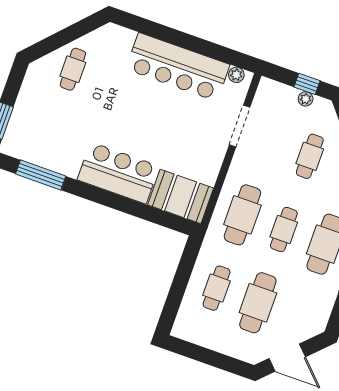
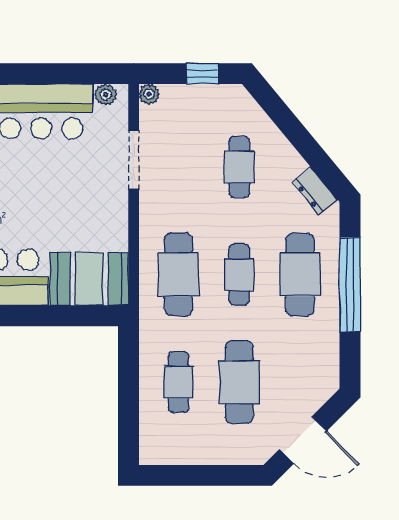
plant: (306, 99) -> (149, 94), moved

